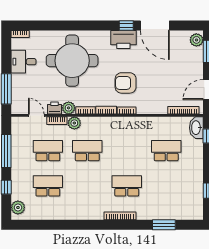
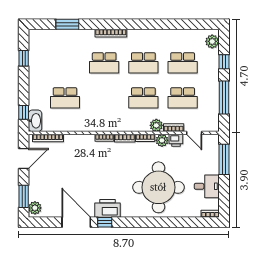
armchair: (126, 83) -> (105, 165), removed
school desk: (87, 186) -> (143, 63), added

